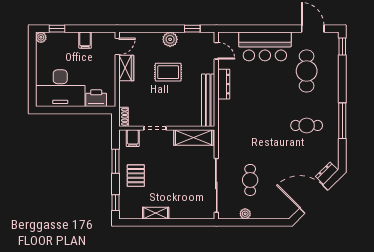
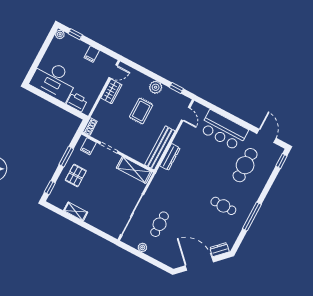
rug: (168, 72) -> (141, 111), turned 90
dresser: (224, 84) -> (170, 157), moved

